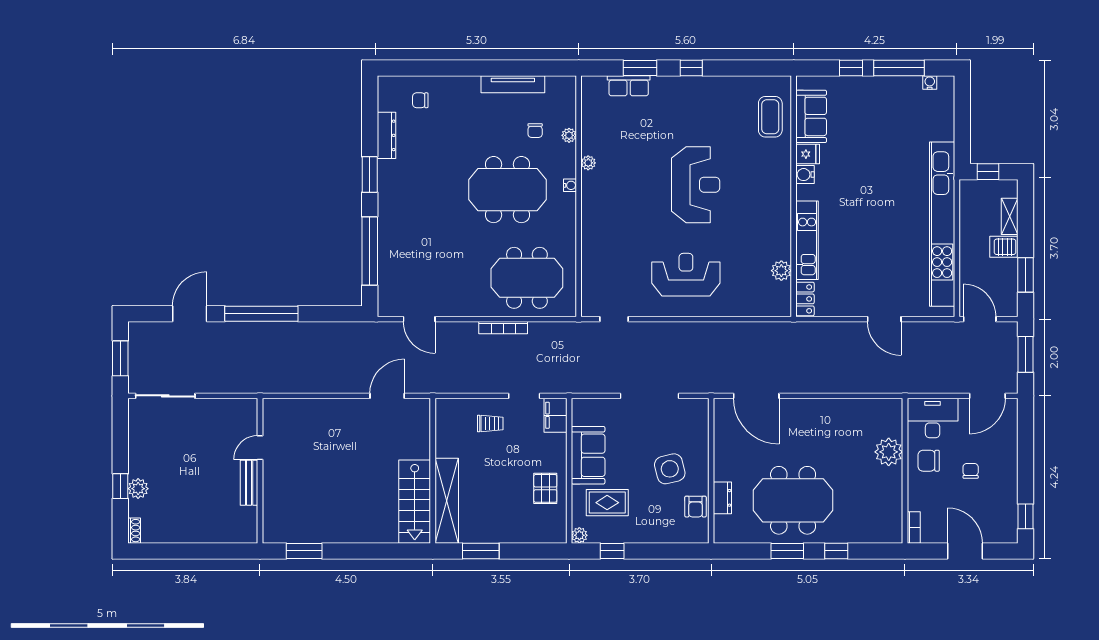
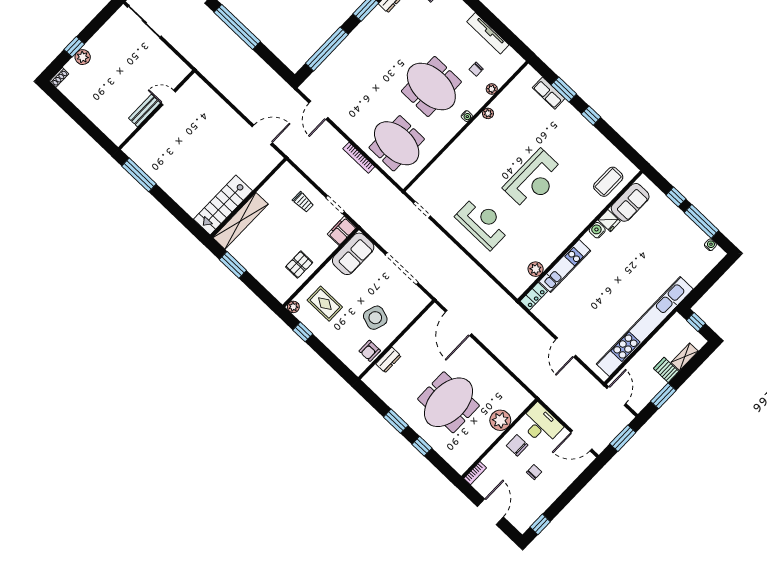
sofa: (588, 455) -> (353, 254), moved
side table: (670, 469) -> (375, 318), turned 32
meeting table: (793, 500) -> (448, 402), moved, turned 90
window: (304, 551) -> (139, 175), width x1.44

